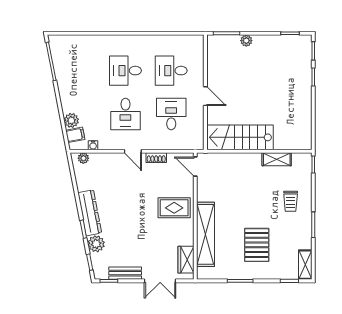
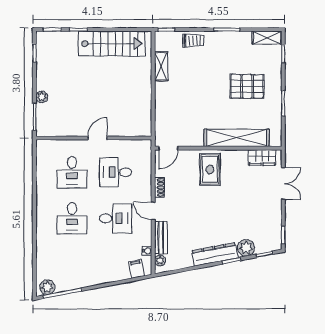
plant: (71, 120) -> (47, 287), moved
stairs: (240, 137) -> (112, 44), moved, turned -90
door: (133, 151) -> (153, 211), swing flipped
trolley: (291, 201) -> (193, 41), moved
bench: (125, 273) -> (161, 238), moved

